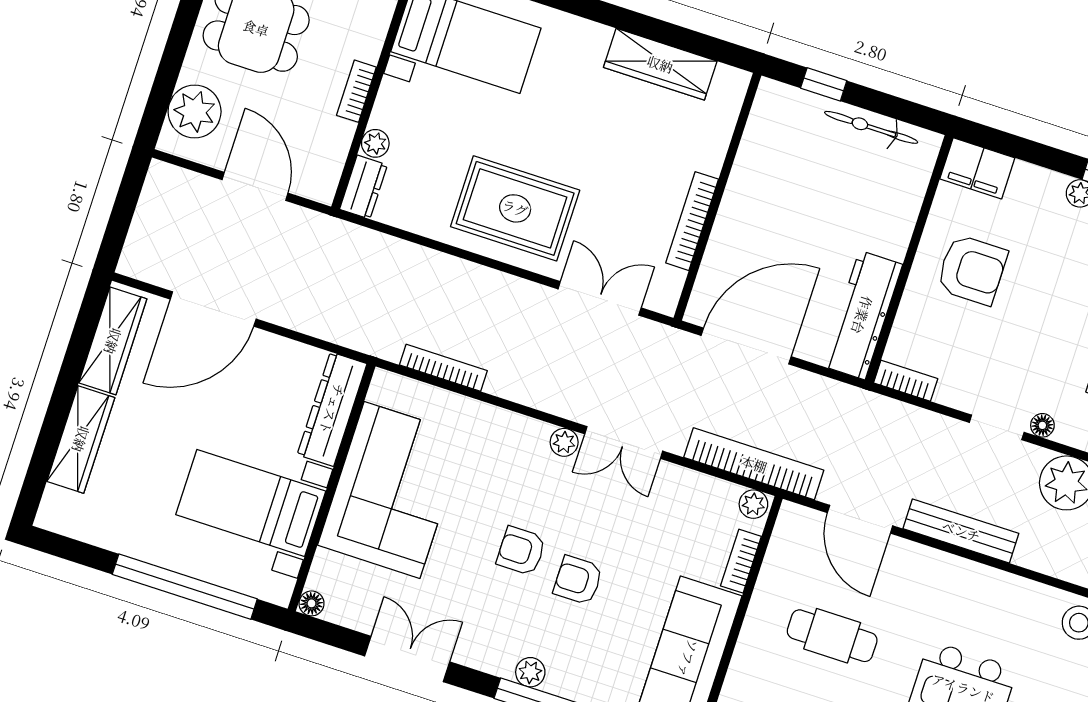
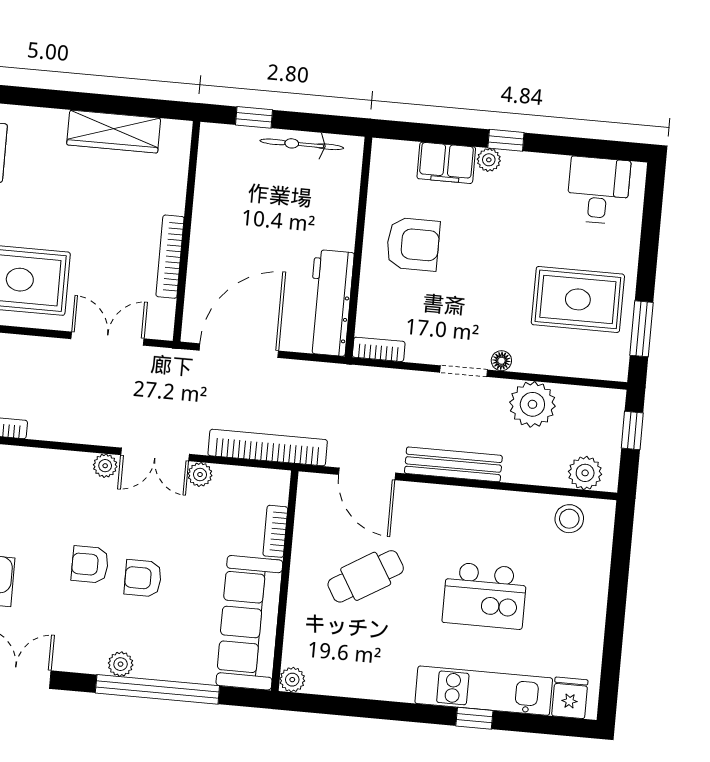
filing cabinet: (977, 168) -> (446, 163), moved
plant: (753, 504) -> (200, 475), moved
cafe table: (832, 636) -> (366, 576), turned -31

